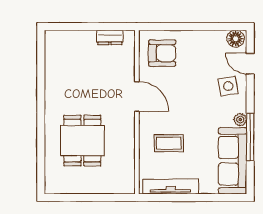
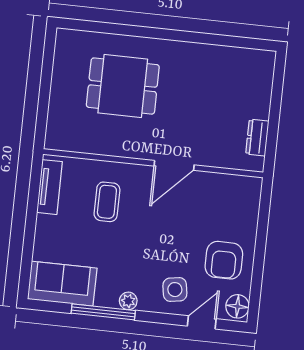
armchair: (162, 53) -> (224, 260), moved
sofa: (233, 161) -> (62, 284), width x0.73
tv unit: (171, 187) -> (49, 187), width x0.71

